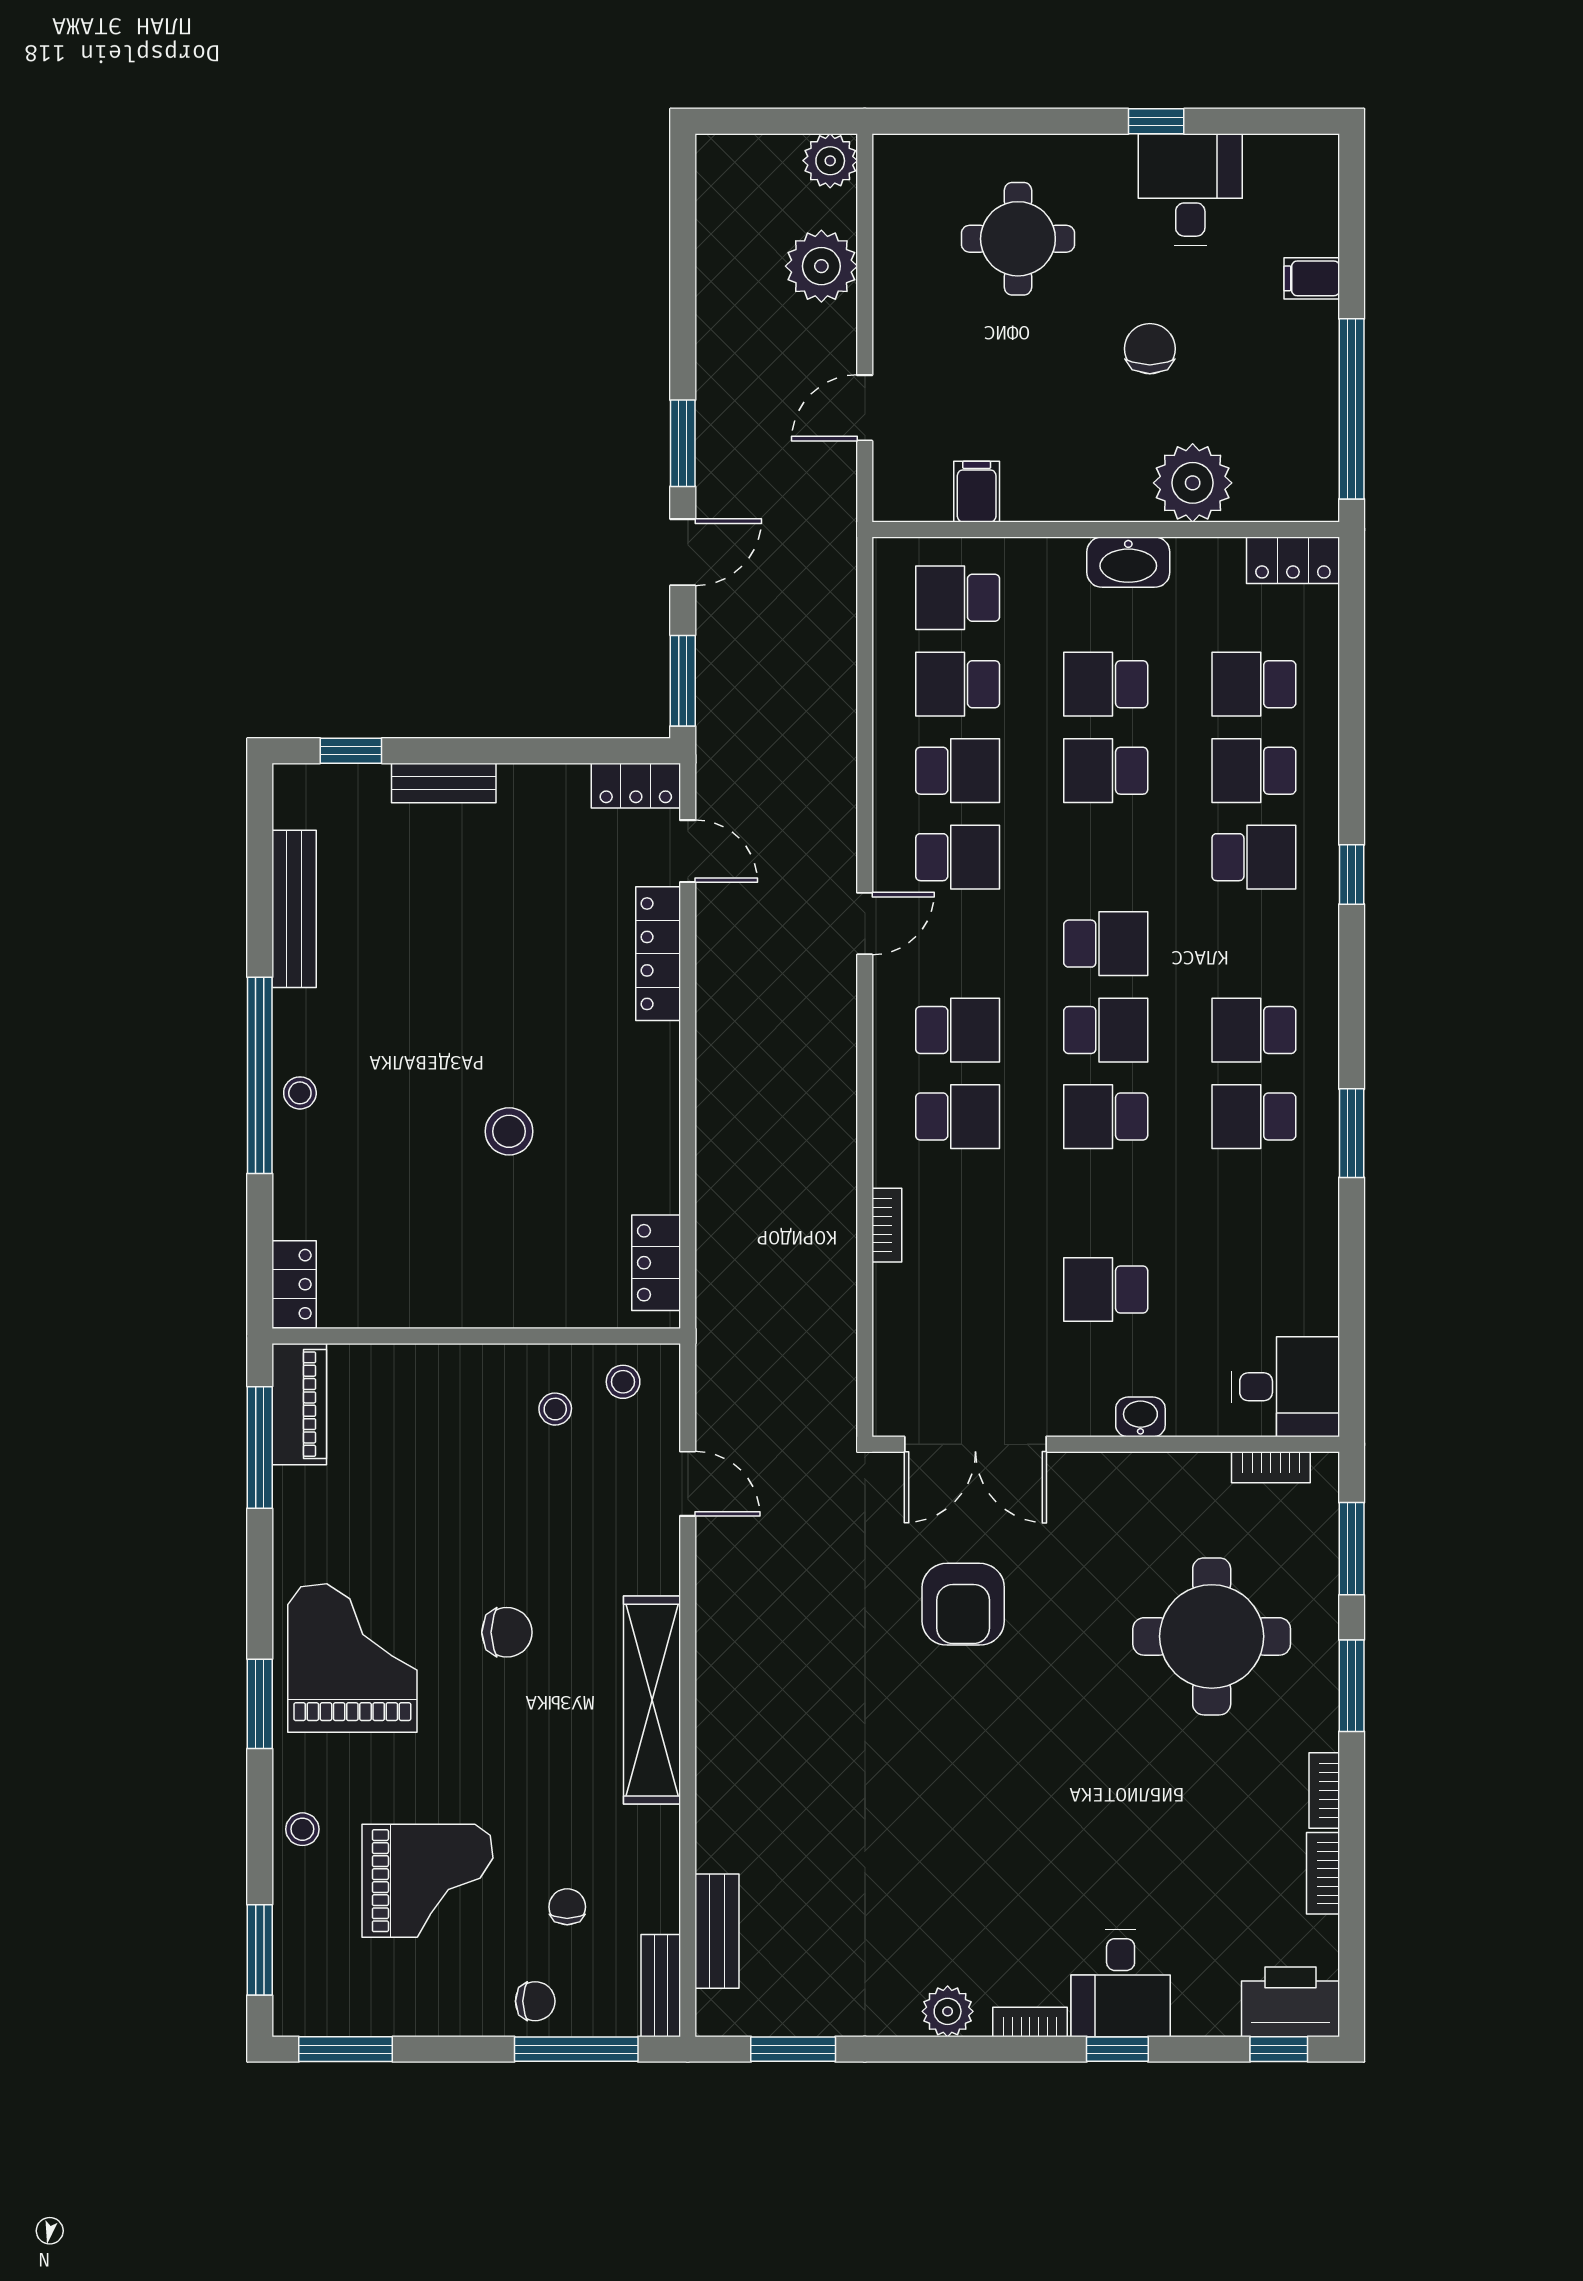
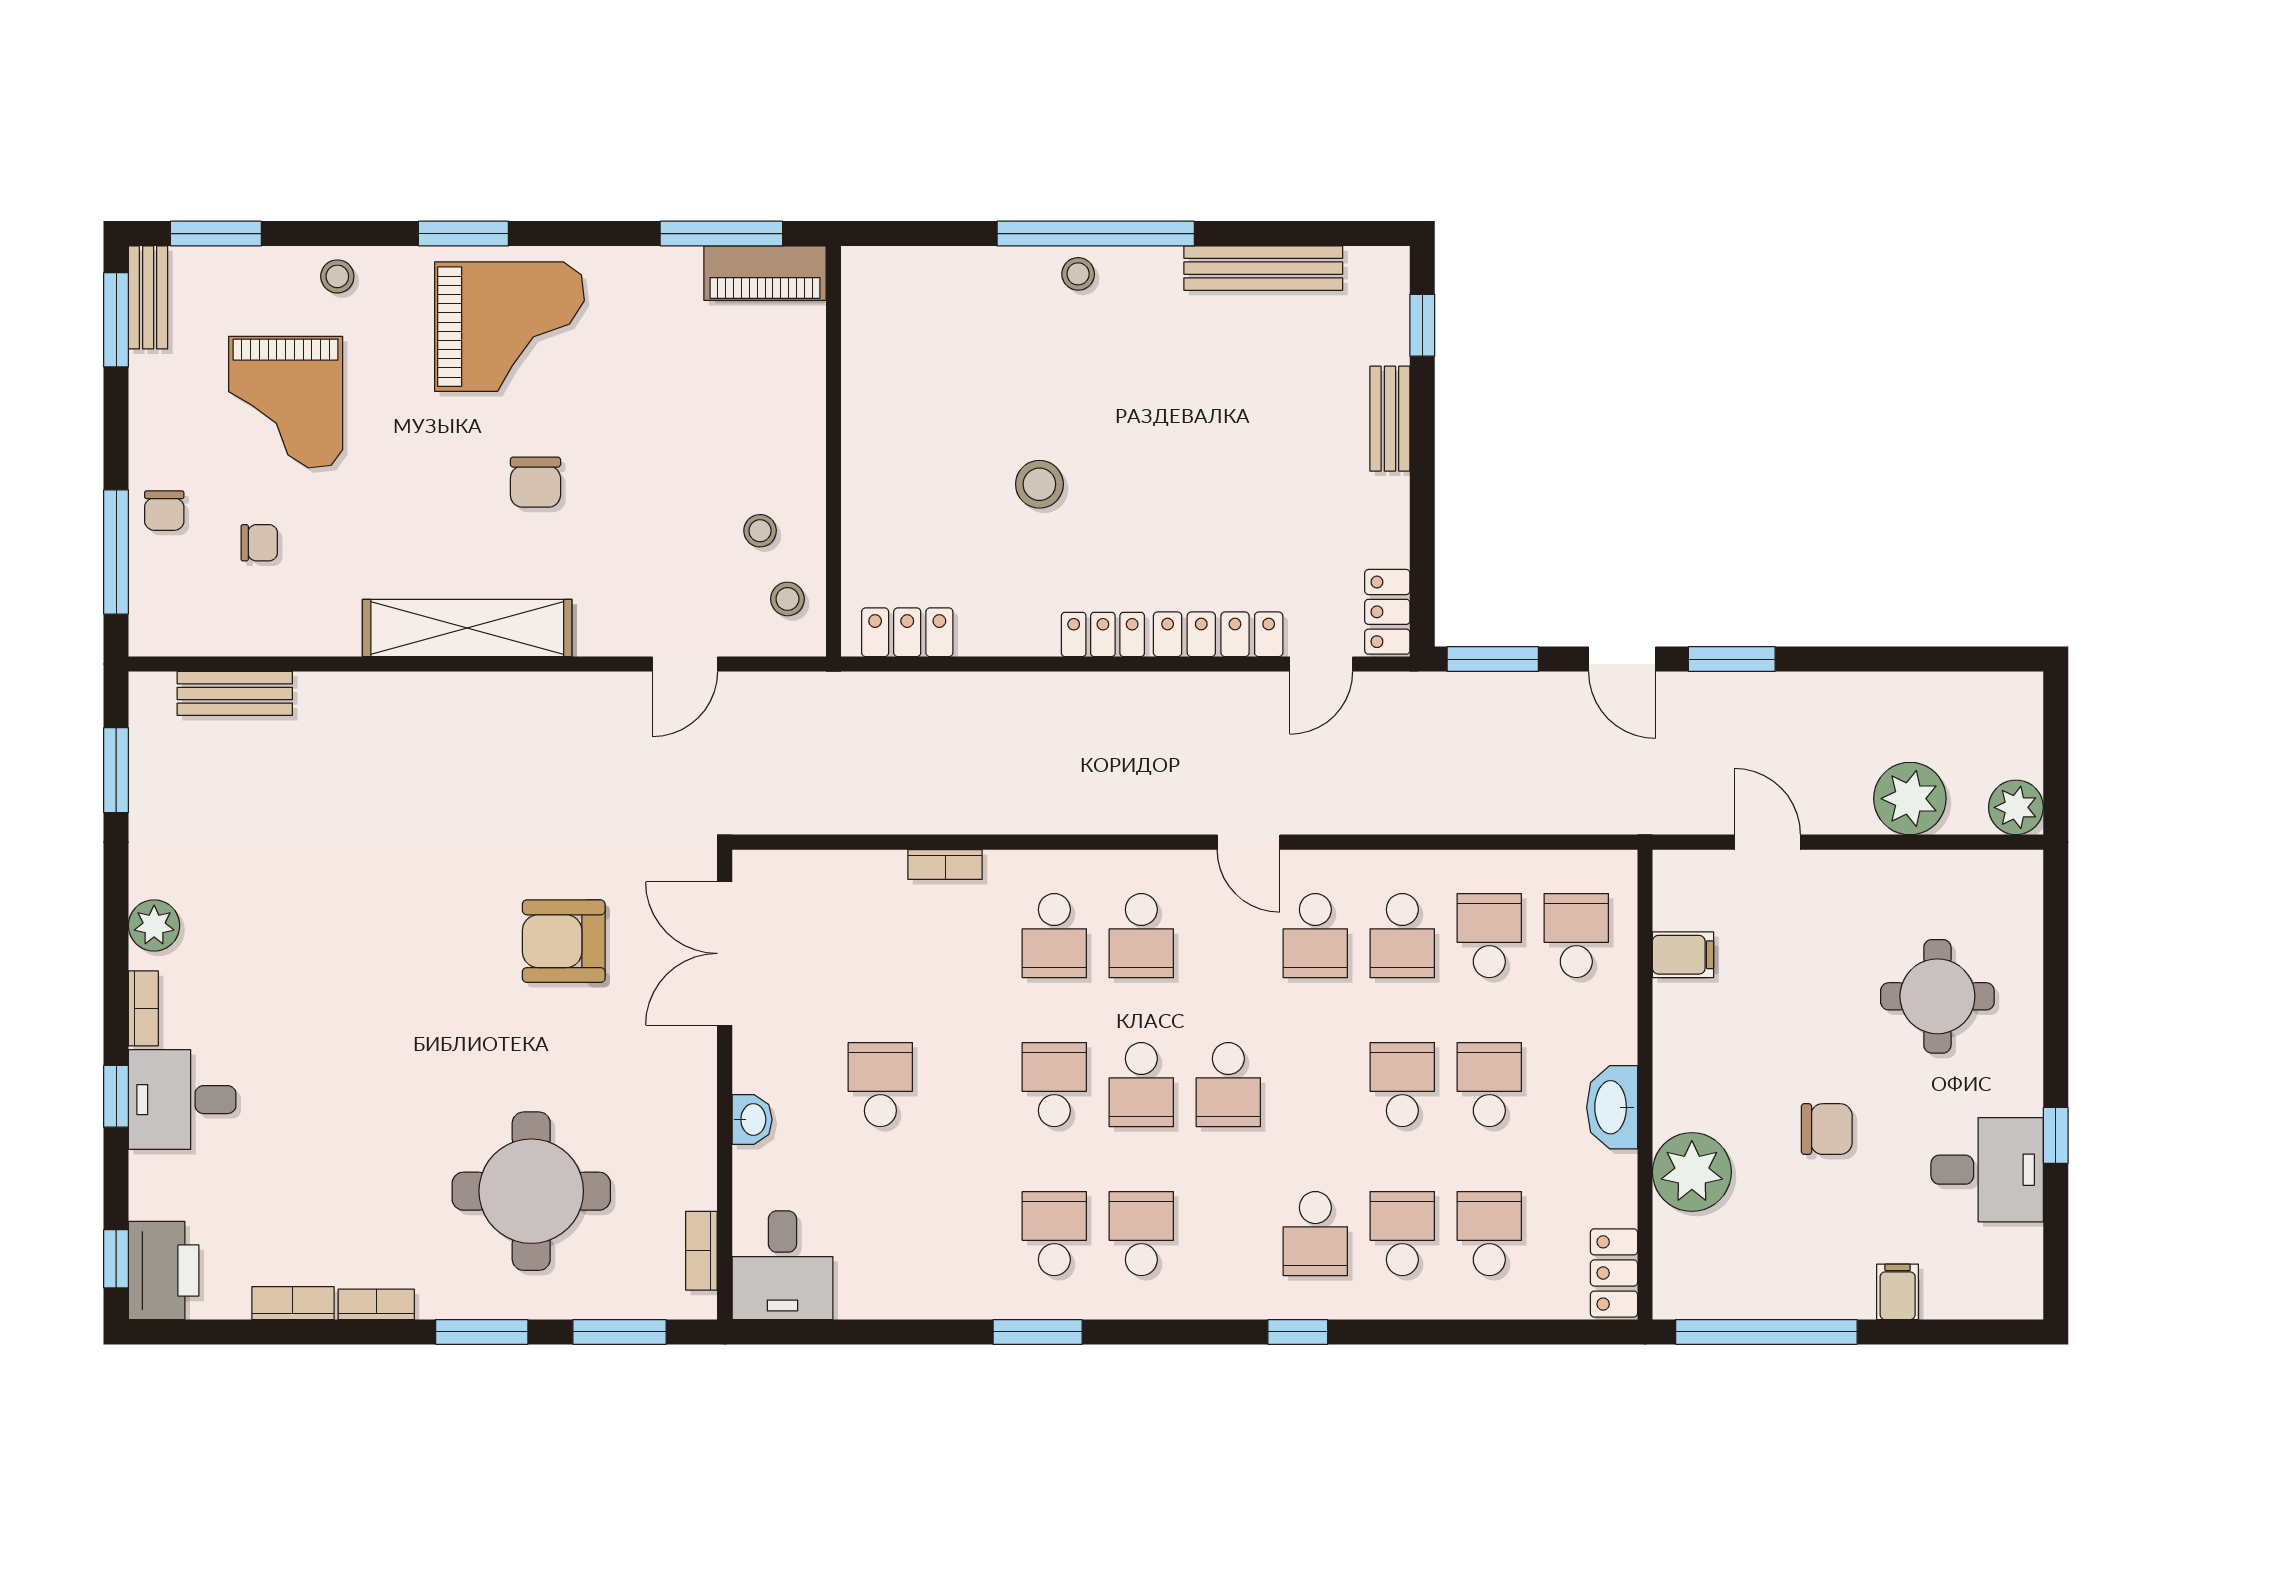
locker: (294, 1284) -> (1103, 634), moved, turned 180
bench: (661, 1986) -> (148, 297), moved, turned 90

